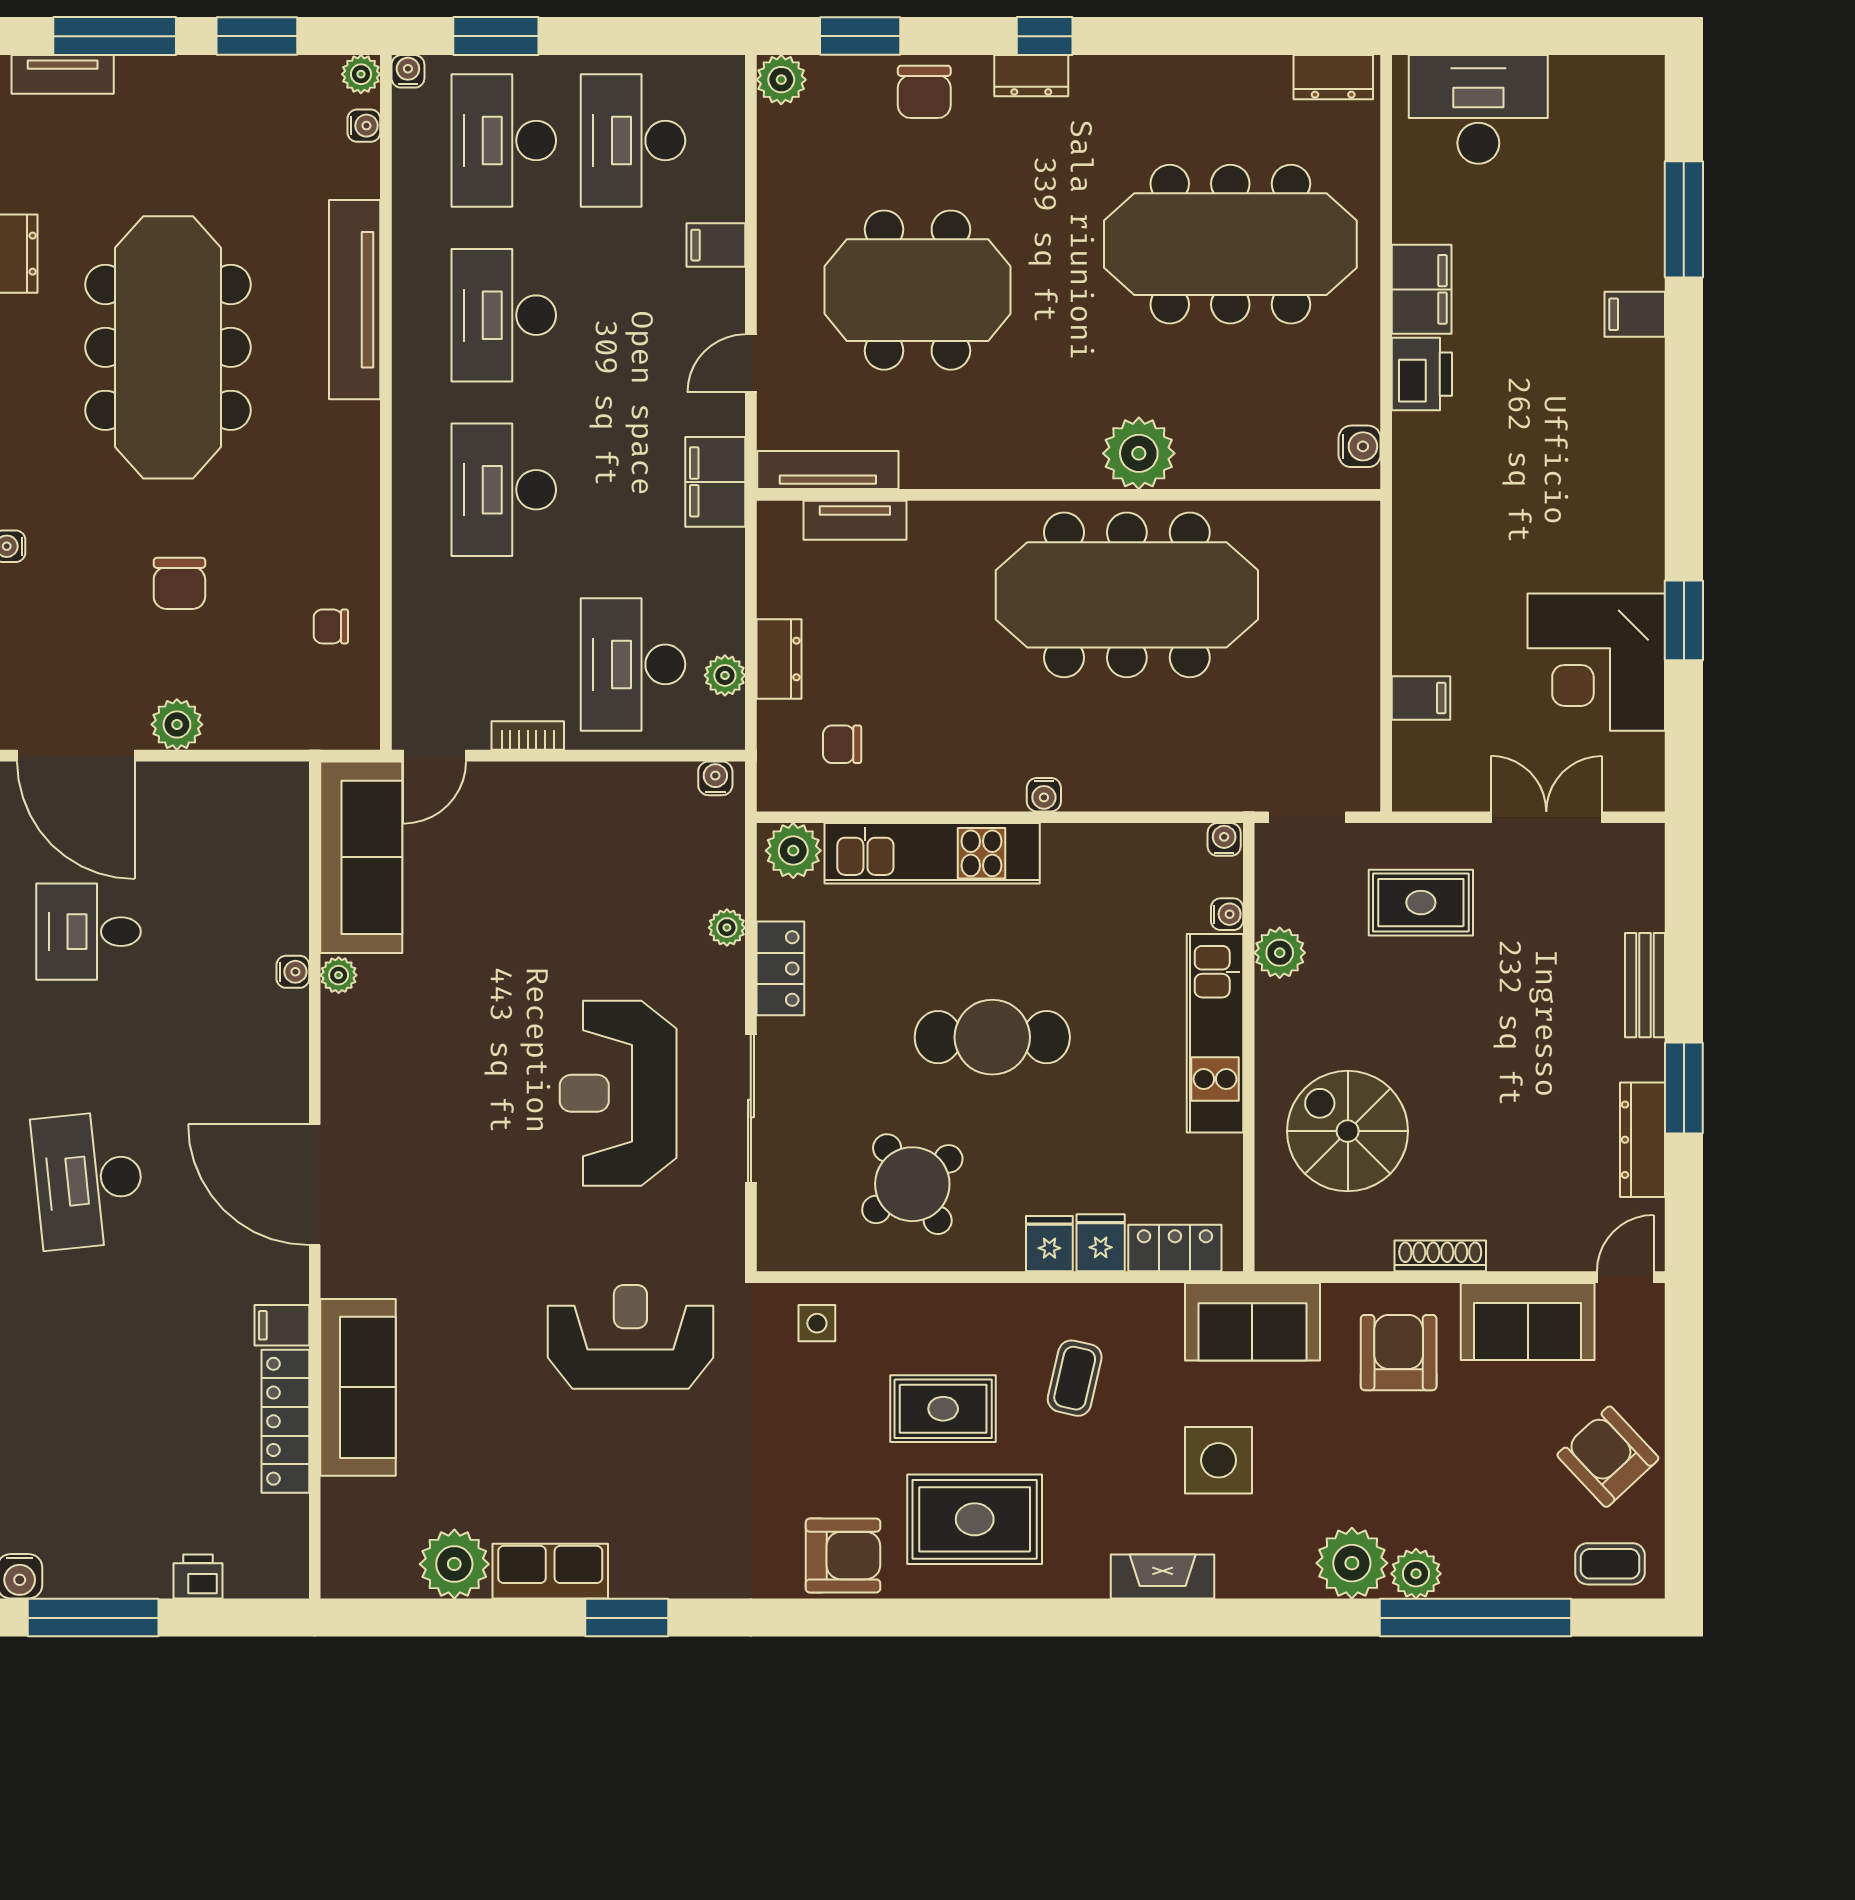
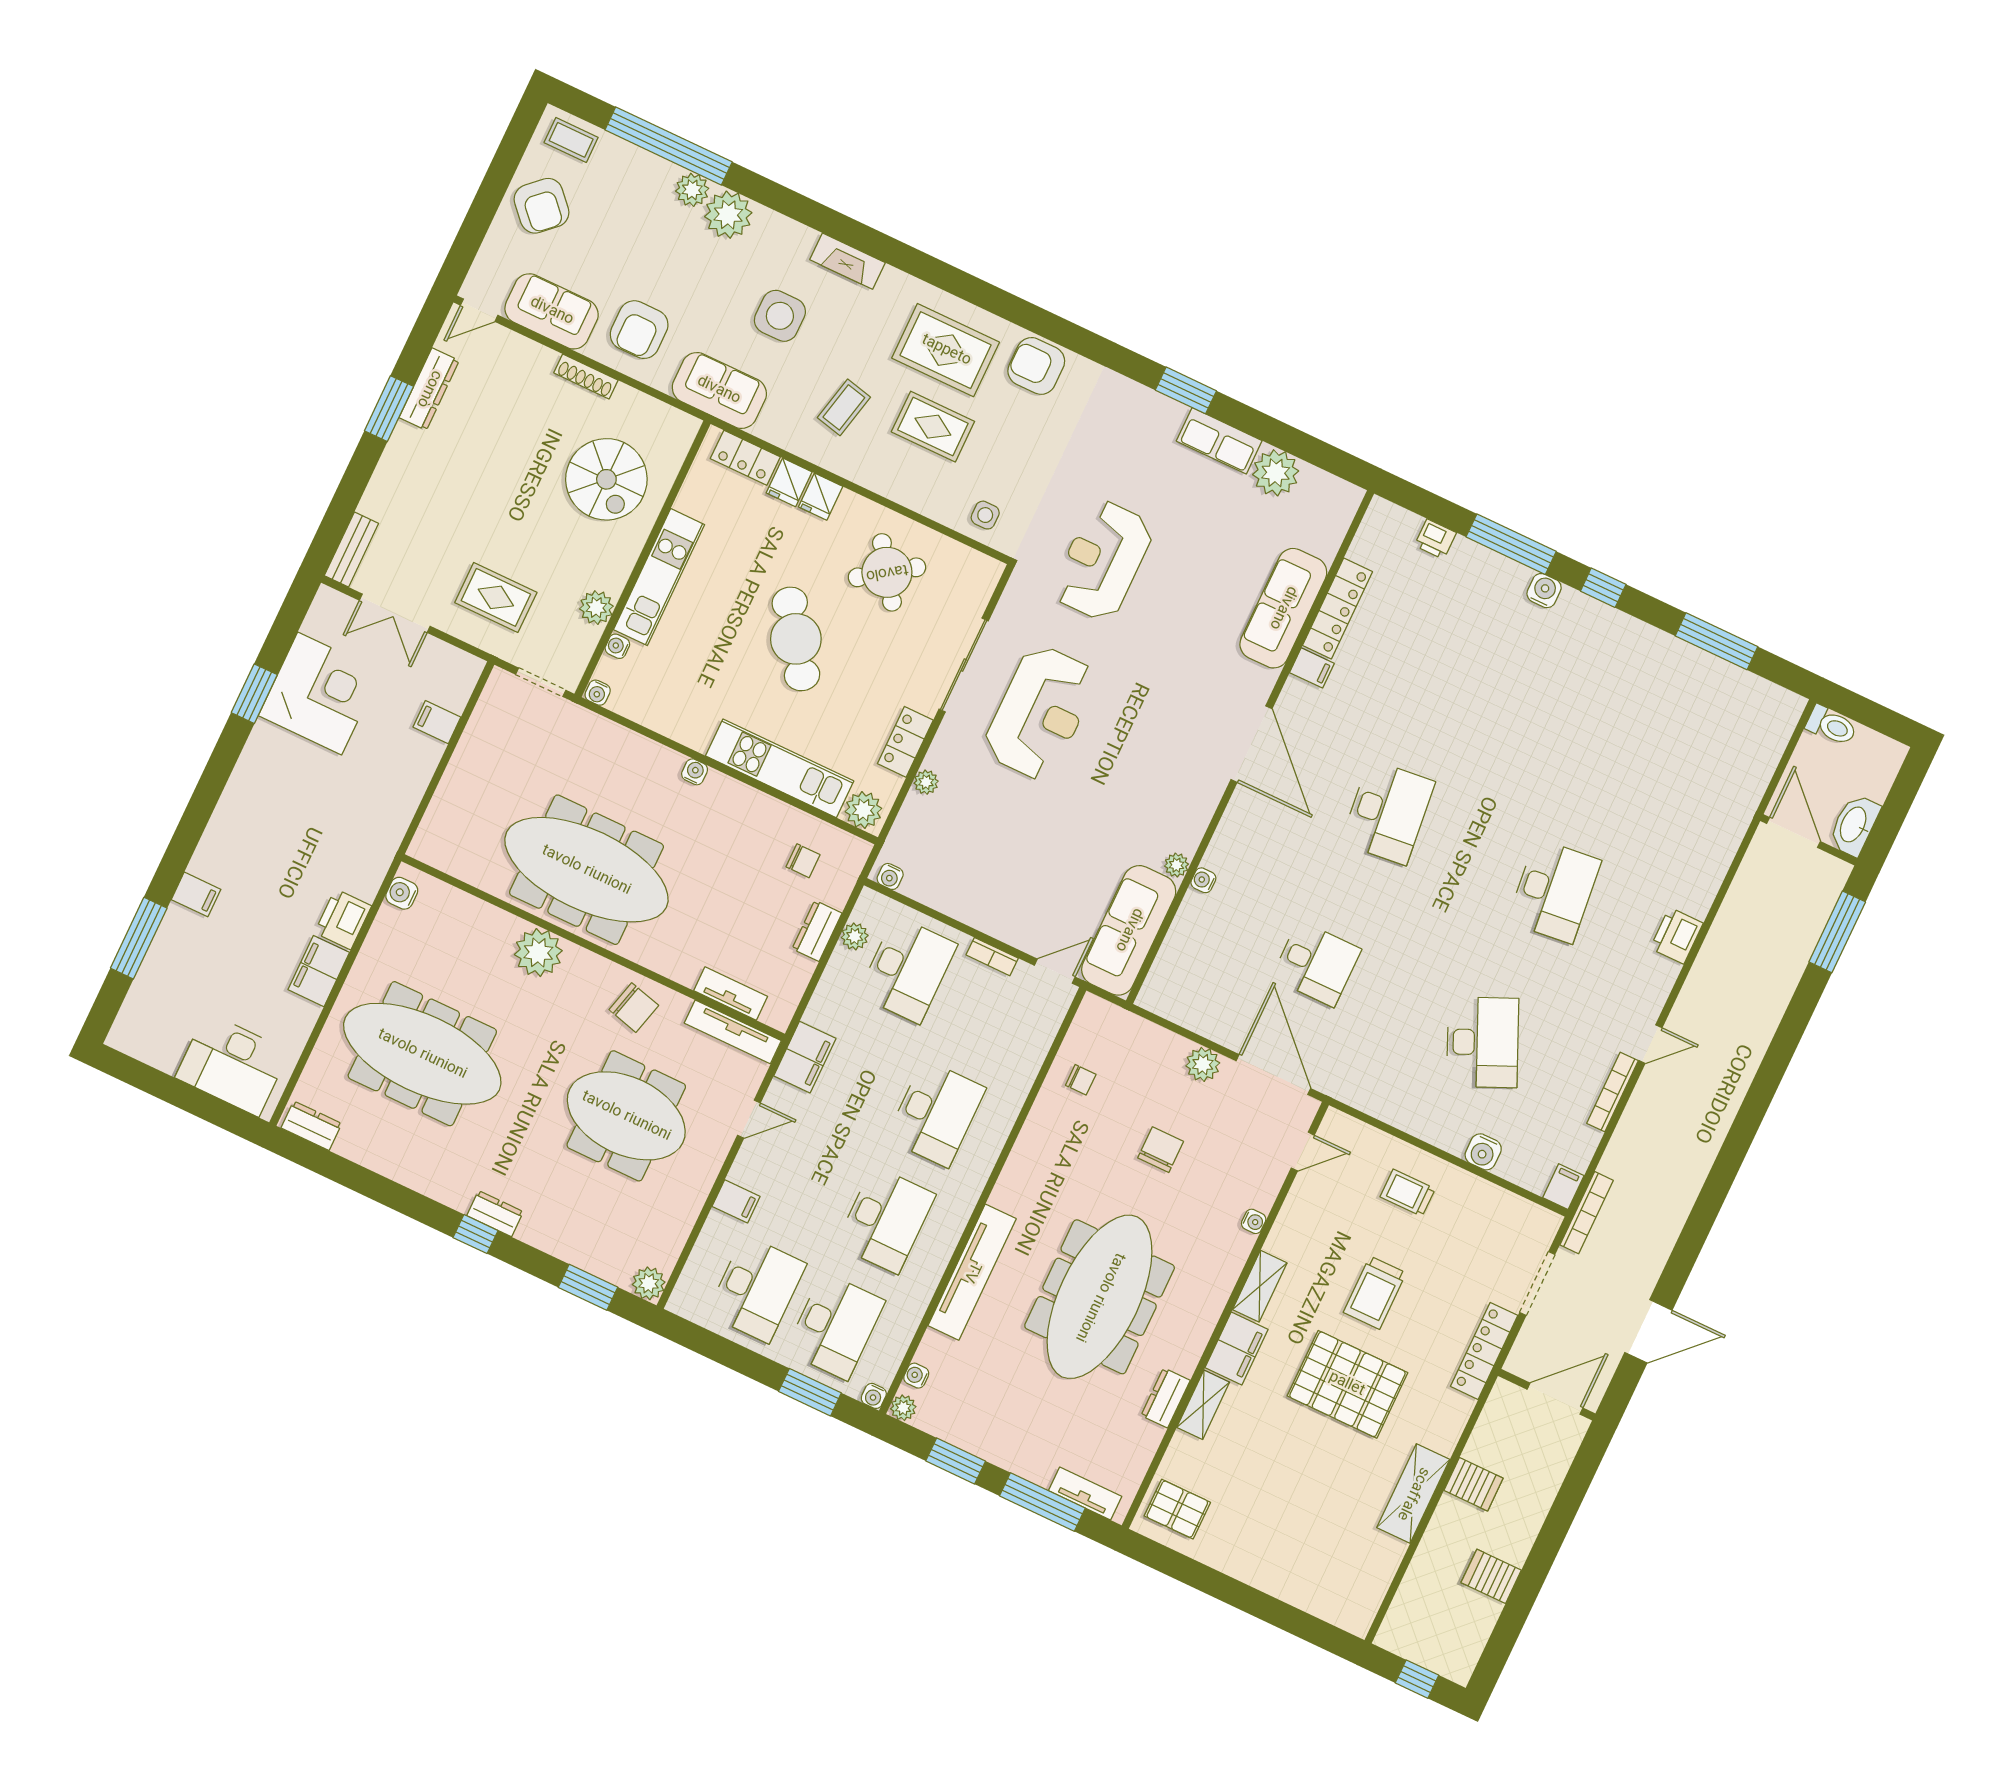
chair: (924, 92) -> (634, 1008), moved, turned 105
bench: (1645, 985) -> (351, 550), moved
cafe table: (992, 1037) -> (796, 639), turned 55
reception desk: (630, 1337) -> (1103, 561), turned 90

